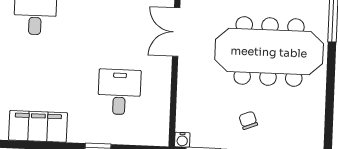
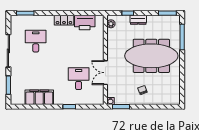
double door: (176, 32) -> (105, 73), moved

